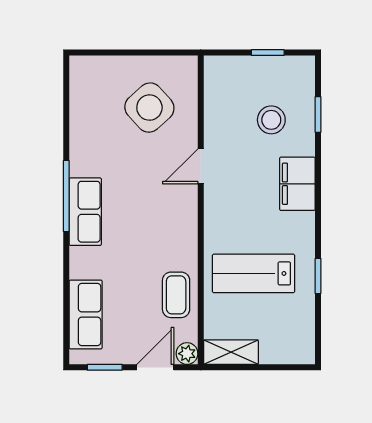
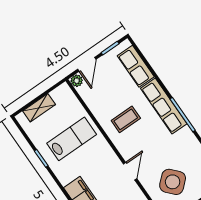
row of seats: (85, 212) -> (164, 106), width x1.48
coffee table: (176, 295) -> (126, 119), moved, turned 90
shelving: (231, 352) -> (39, 108), moved

